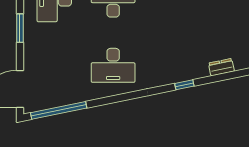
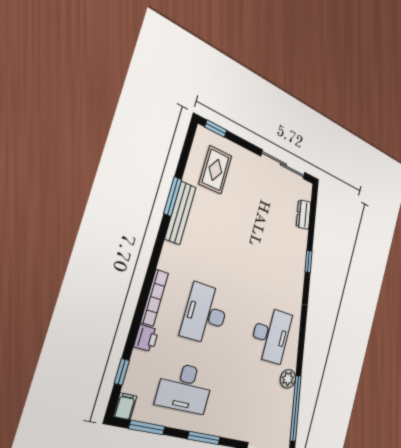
plant: (82, 94) -> (288, 379), added

